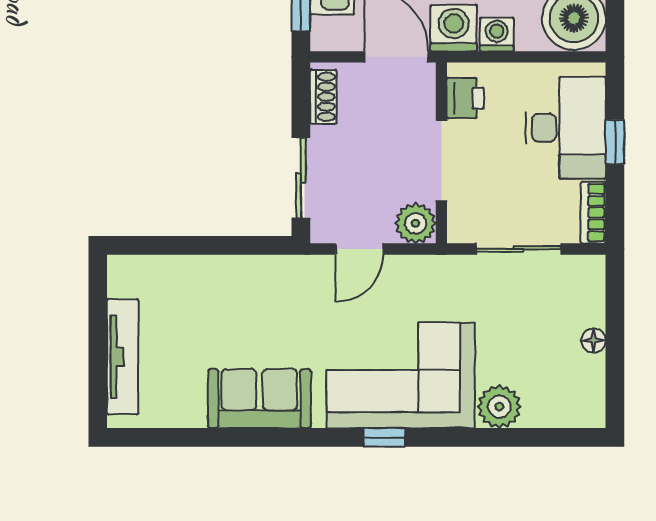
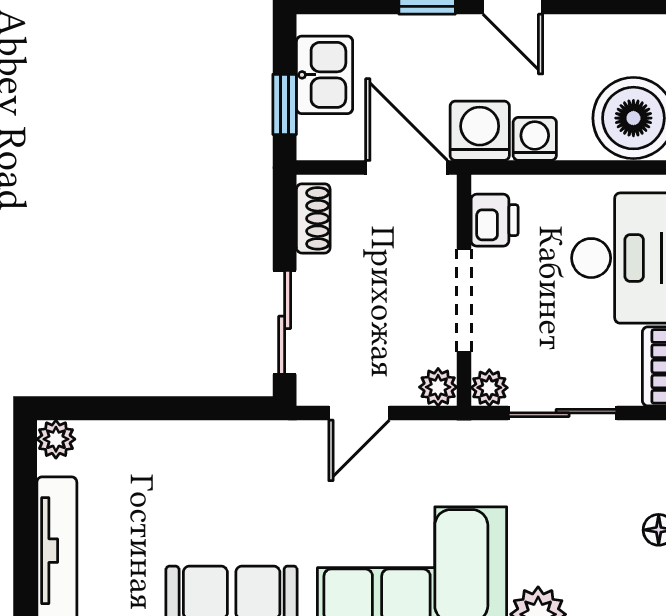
plant: (416, 223) -> (438, 387), width x0.73, depth x0.73
plant: (461, 229) -> (489, 388), added
plant: (122, 270) -> (56, 439), added

